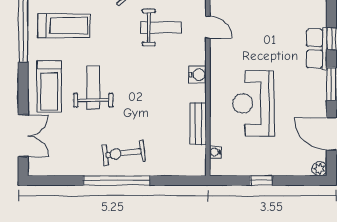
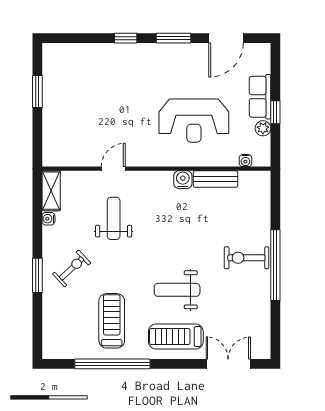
row of seats: (317, 48) -> (260, 97), moved, turned 90
water cooler: (198, 75) -> (183, 180), moved
treadmill: (49, 86) -> (176, 337), turned 180
exercise bike: (124, 153) -> (246, 258), turned 97
plant: (320, 169) -> (263, 128), moved

